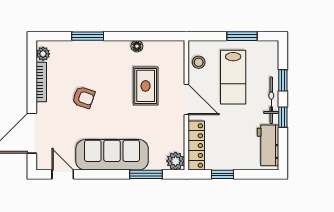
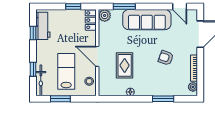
bicycle: (271, 100) -> (41, 80), moved
window: (283, 117) -> (33, 33), moved
locker: (196, 146) -> (91, 20), width x0.66

